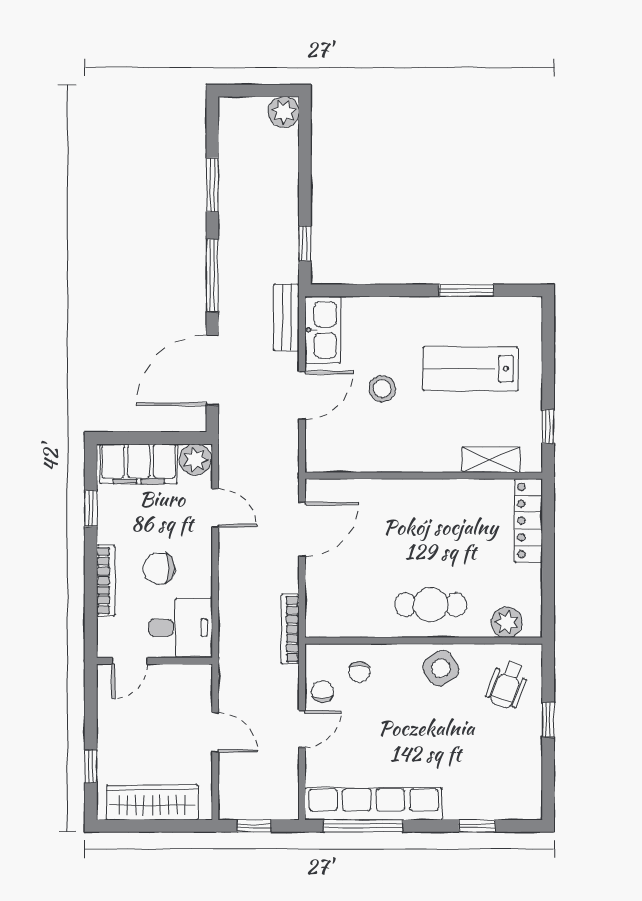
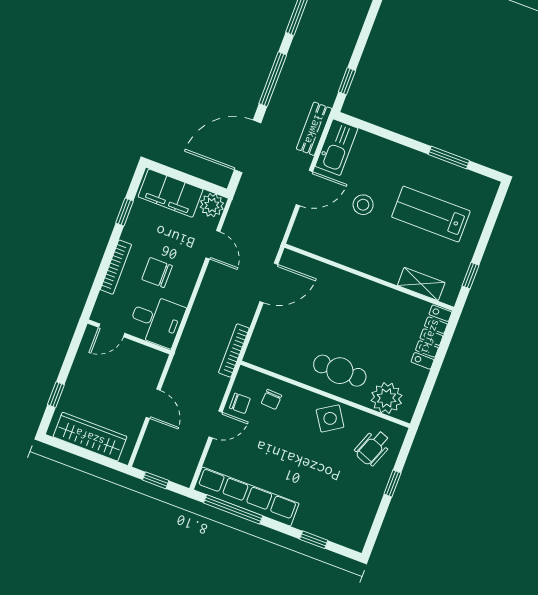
plant: (507, 622) -> (387, 398), width x1.36, depth x1.36
chair: (322, 691) -> (240, 403), turned 89

